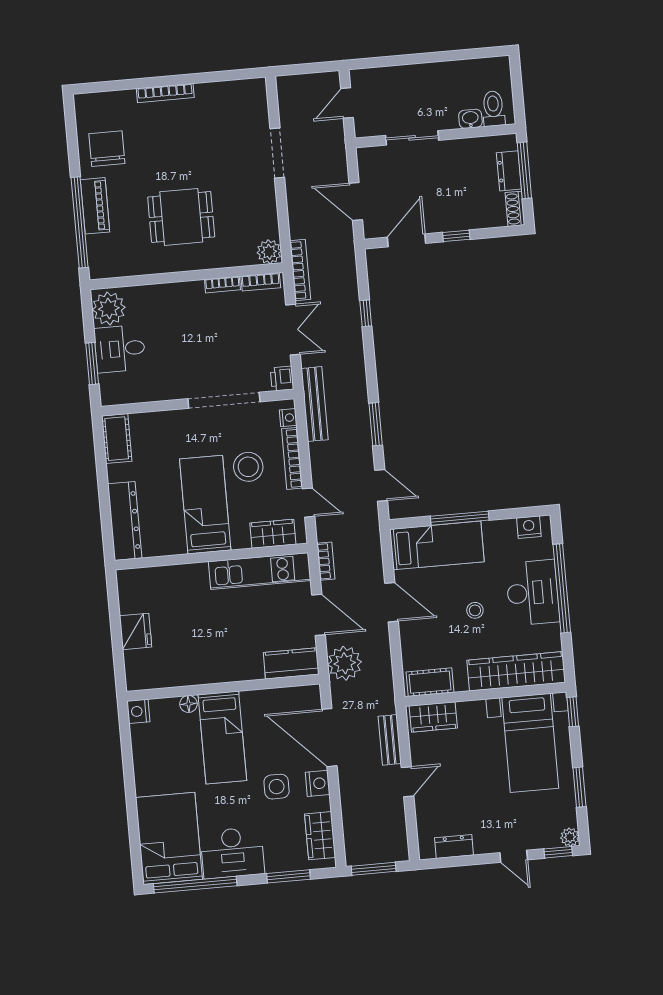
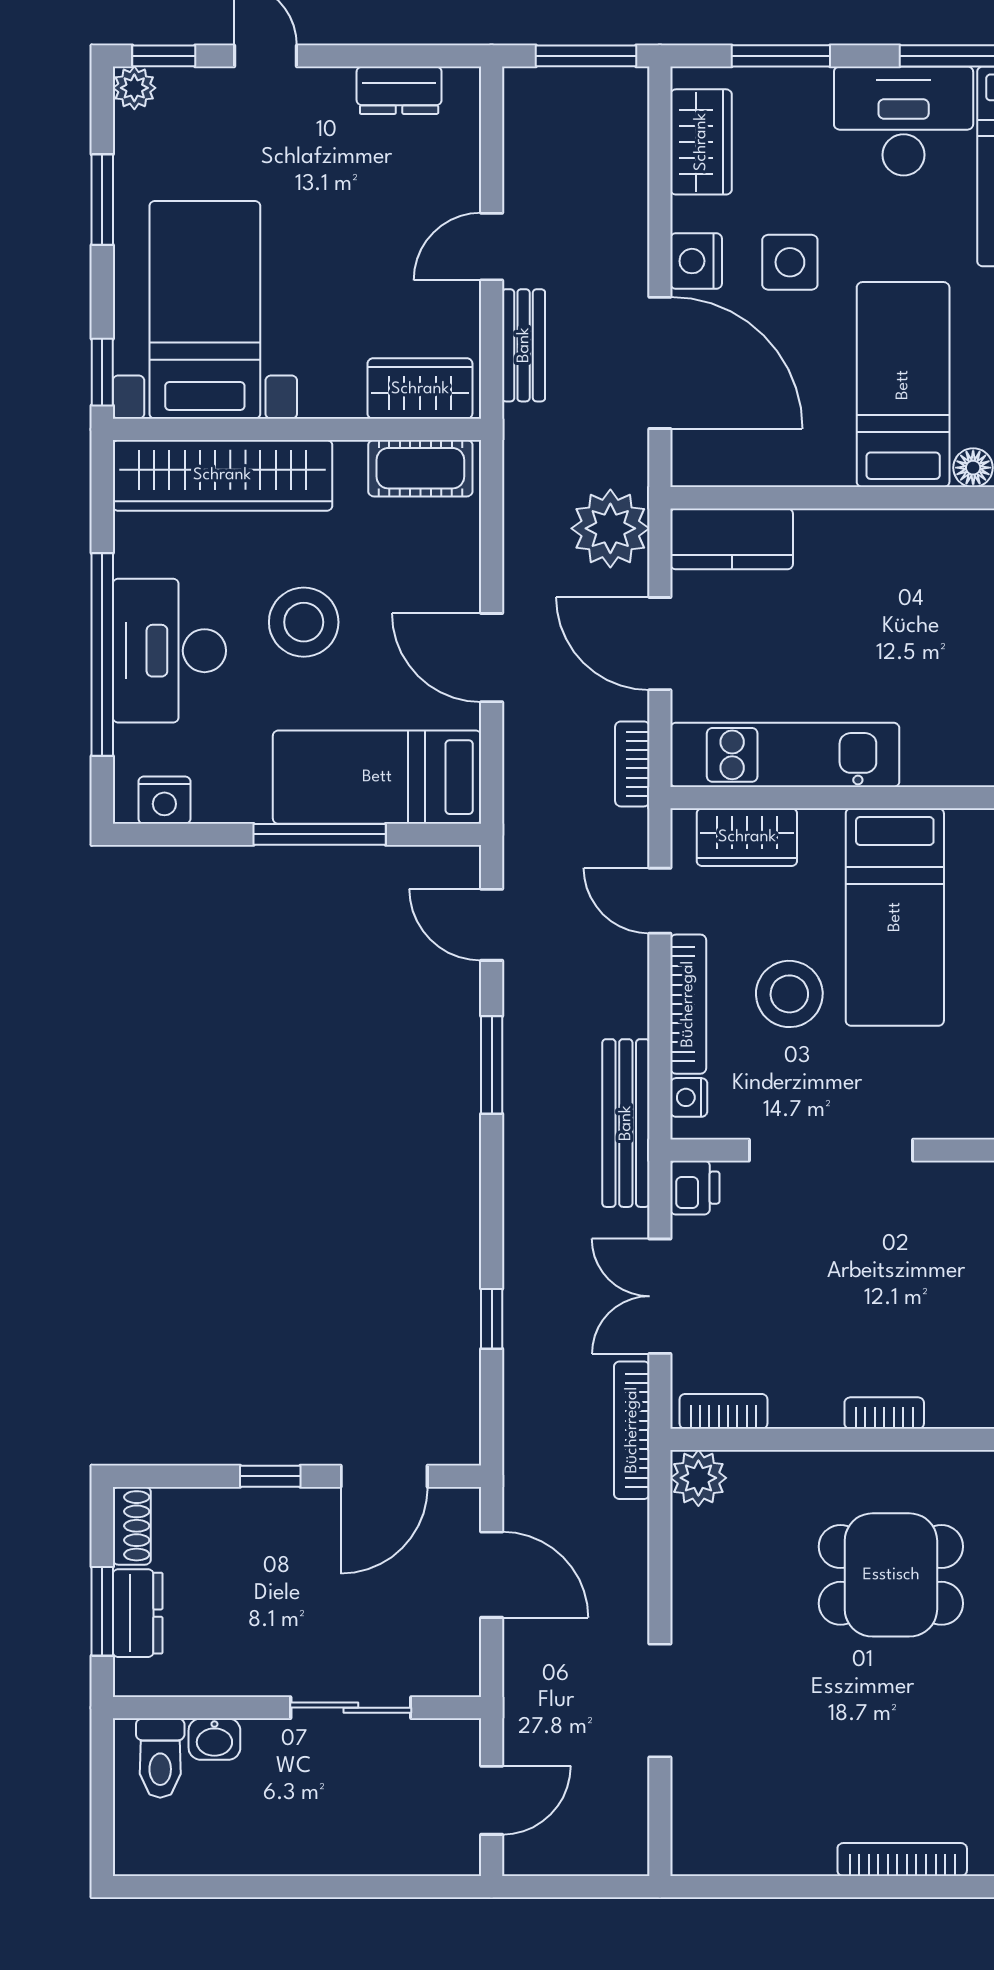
window: (524, 170) -> (102, 1611), width x0.69
bookcase: (222, 285) -> (884, 1413), moved
stool: (475, 610) -> (304, 622), width x1.89, depth x1.89

